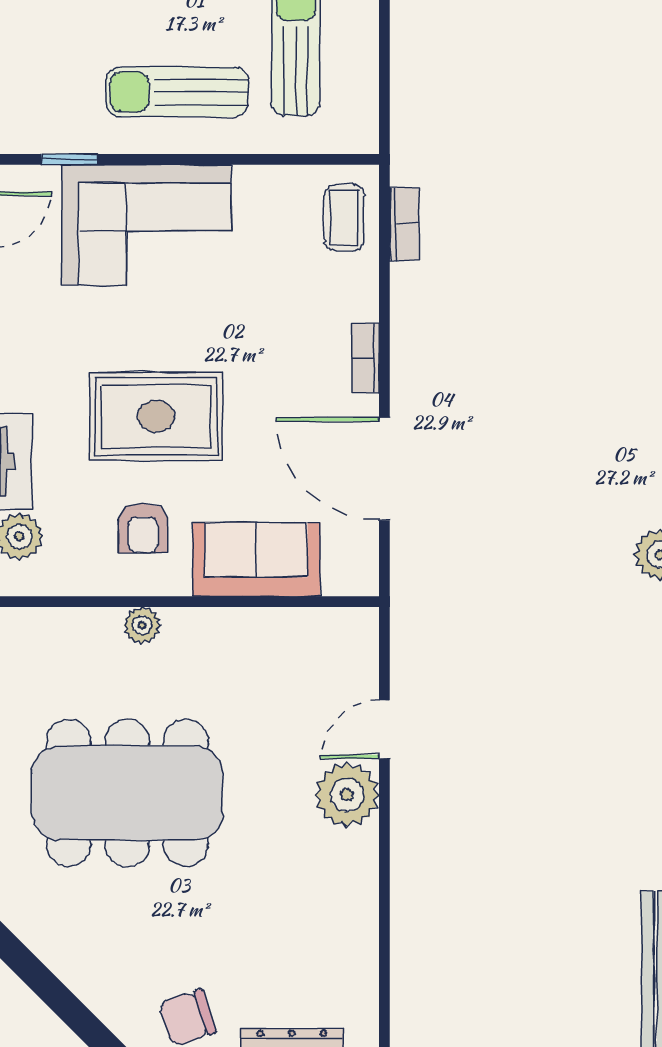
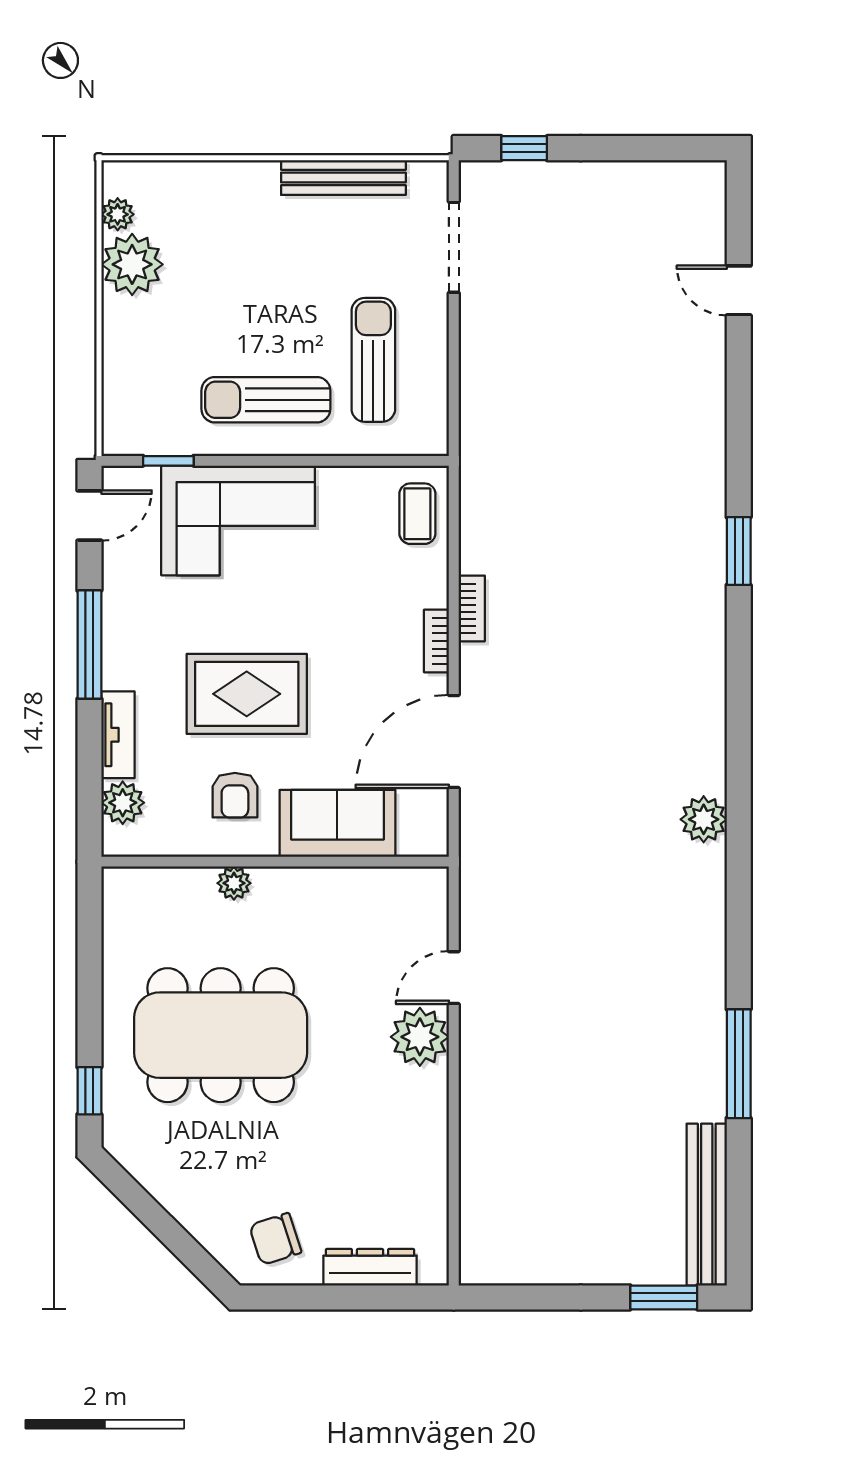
bookcase: (404, 224) -> (472, 608), moved
door: (384, 469) -> (454, 742), hinge flipped

